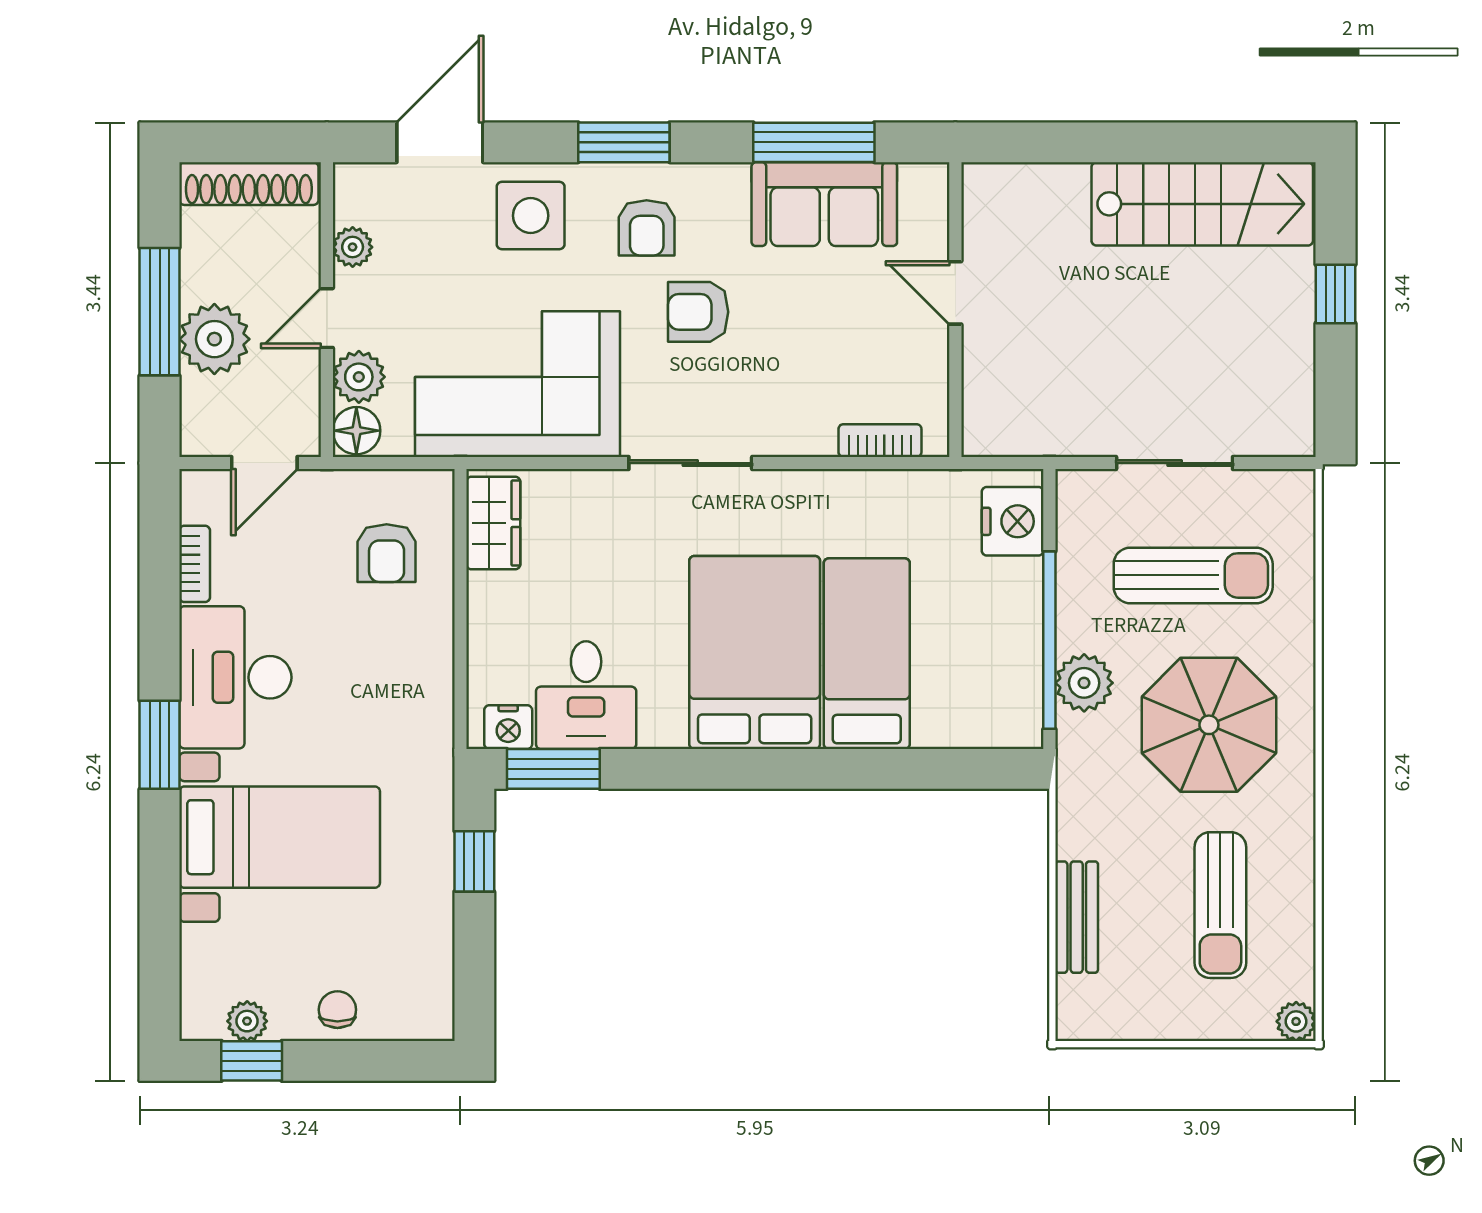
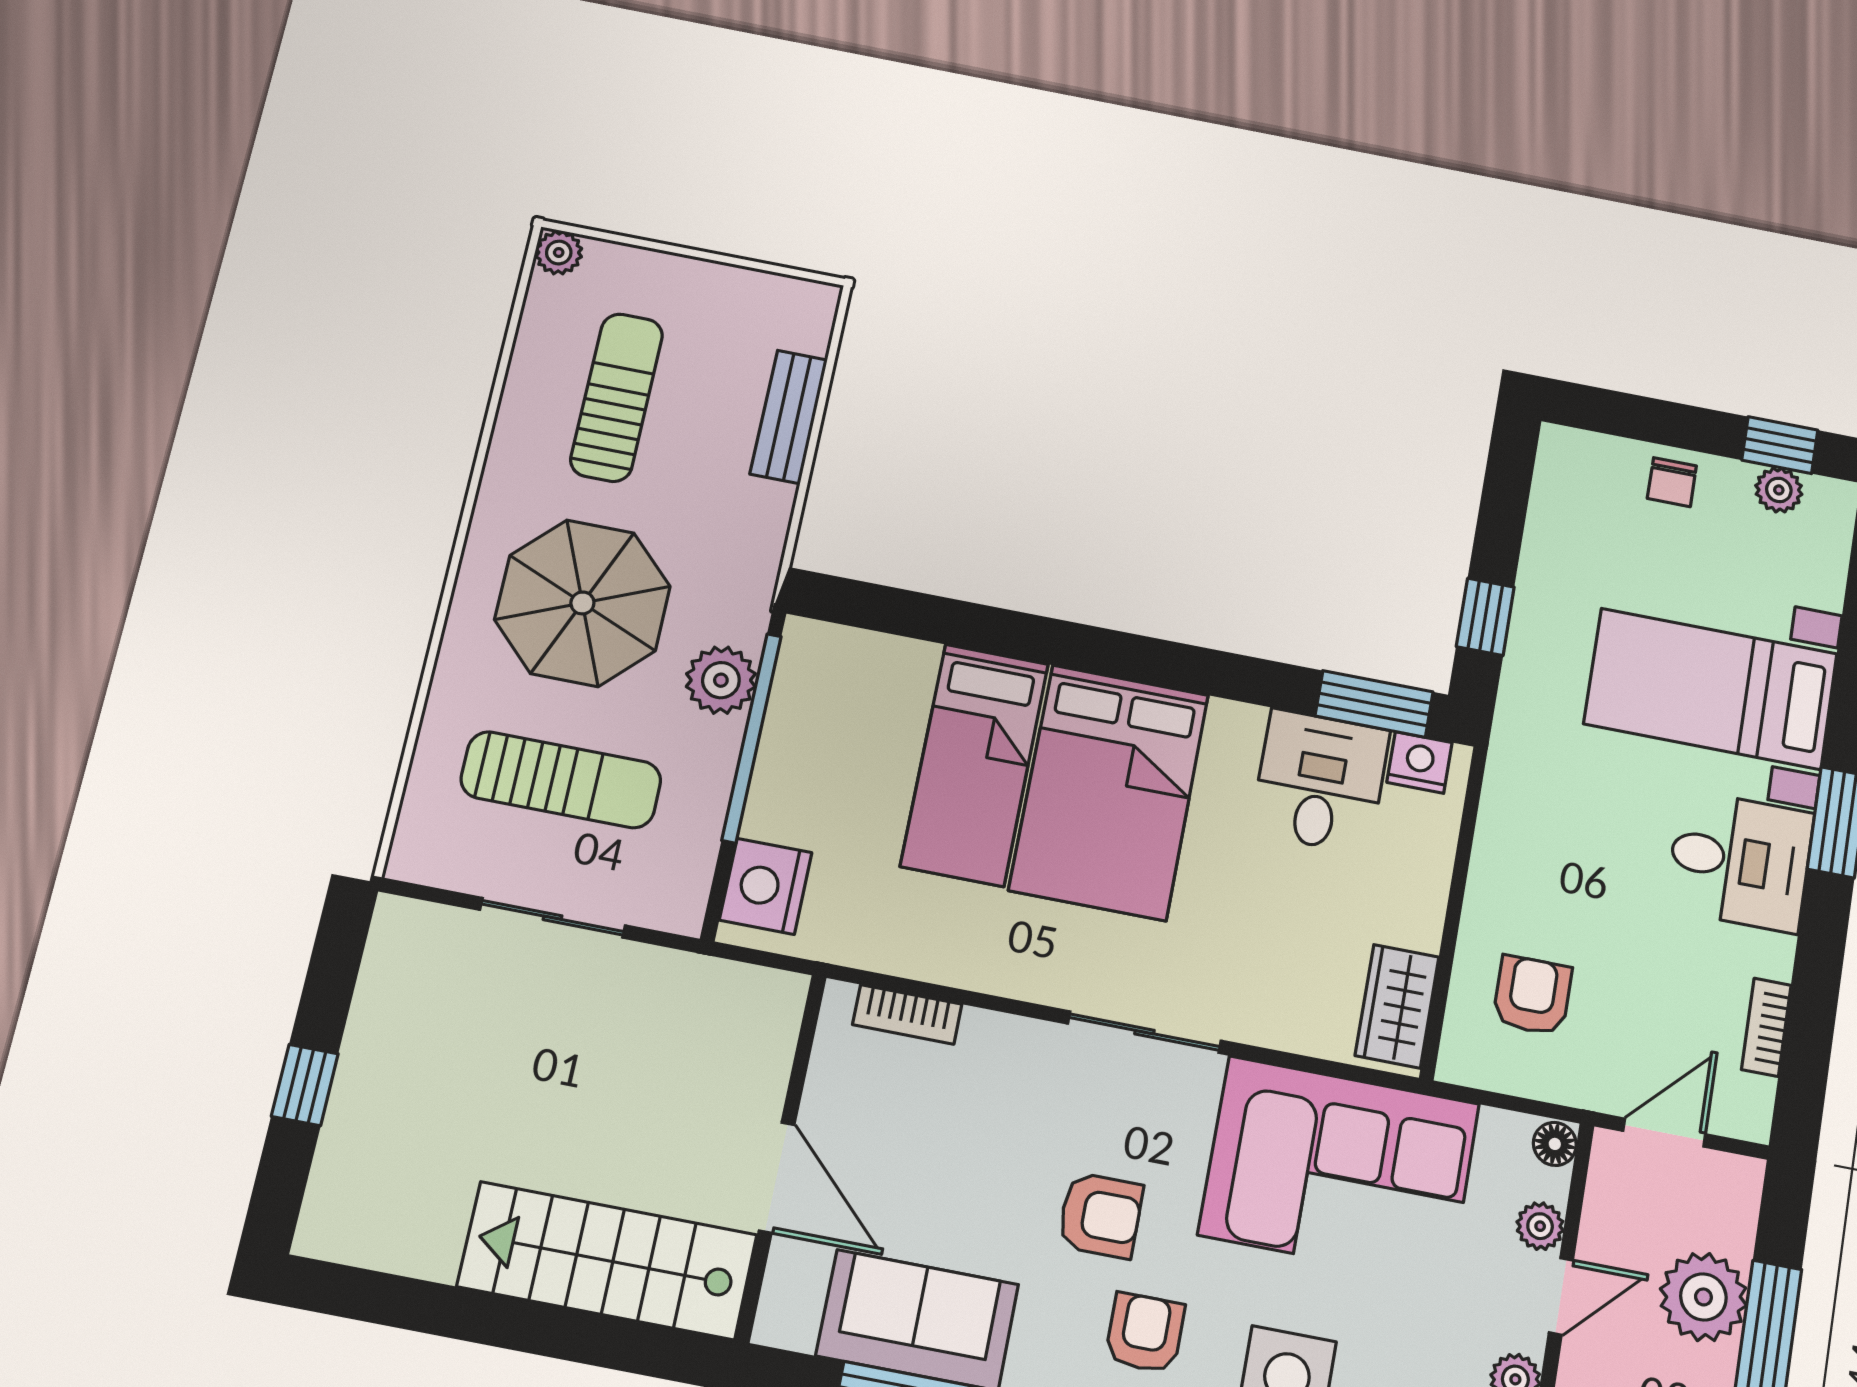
stairs: (1202, 204) -> (607, 1261), moved
door: (955, 293) -> (777, 1177), width x1.38
plant: (359, 377) -> (1540, 1226), width x0.73, depth x0.73
floor lamp: (356, 431) -> (1555, 1144), width x0.73, depth x0.73
sun lounger: (1193, 575) -> (561, 780), turned 180
desk: (235, 677) -> (1740, 861), width x0.73

